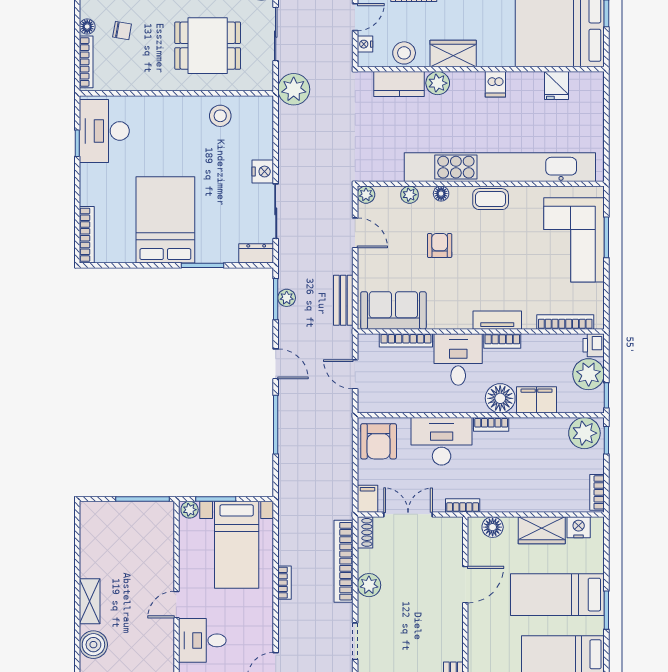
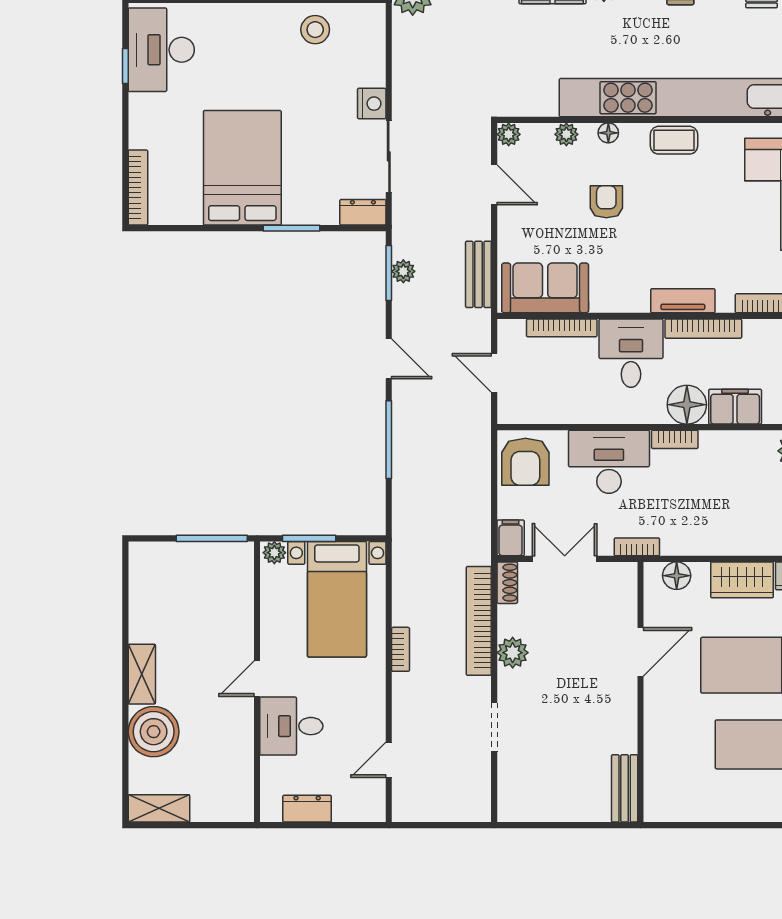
bookcase: (502, 341) -> (703, 329), width x1.56
boiler: (93, 645) -> (154, 732), width x1.37, depth x1.37

